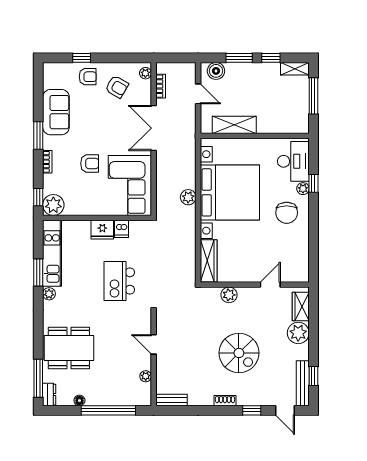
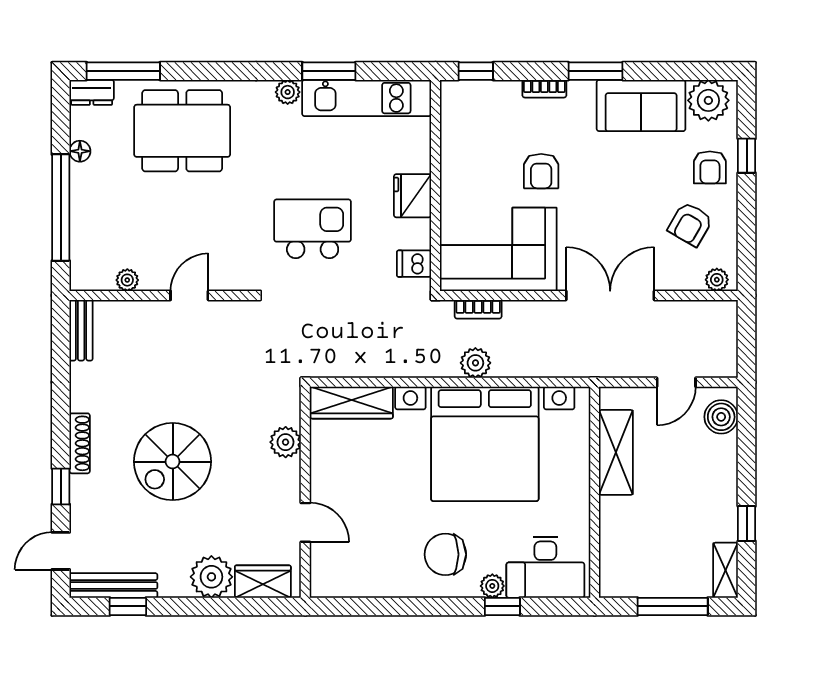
window: (239, 58) -> (747, 462), removed
bookcase: (161, 86) -> (478, 309), moved
plant: (53, 205) -> (708, 100), moved
dishwasher: (121, 229) -> (414, 264), moved
dining table: (69, 348) -> (182, 131), turned 90
shoe rack: (225, 401) -> (80, 443), width x1.43

